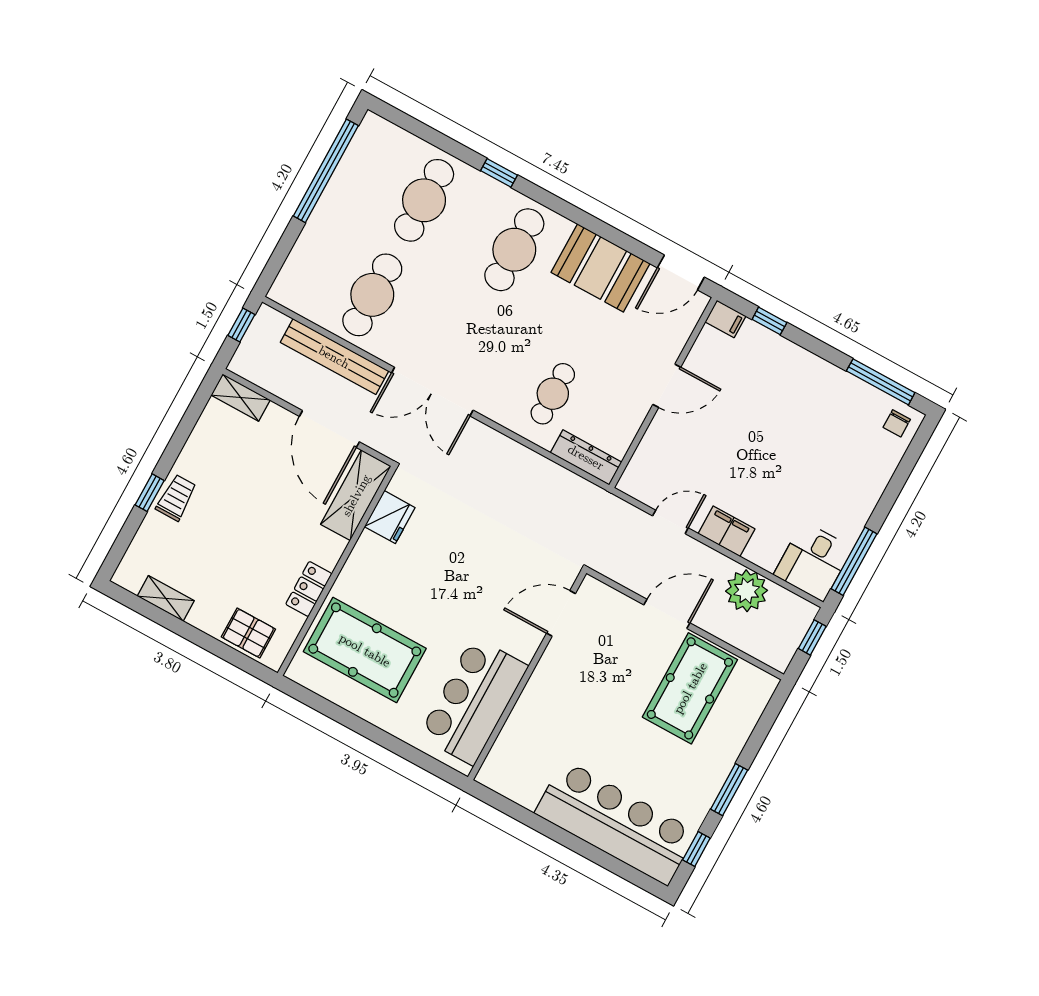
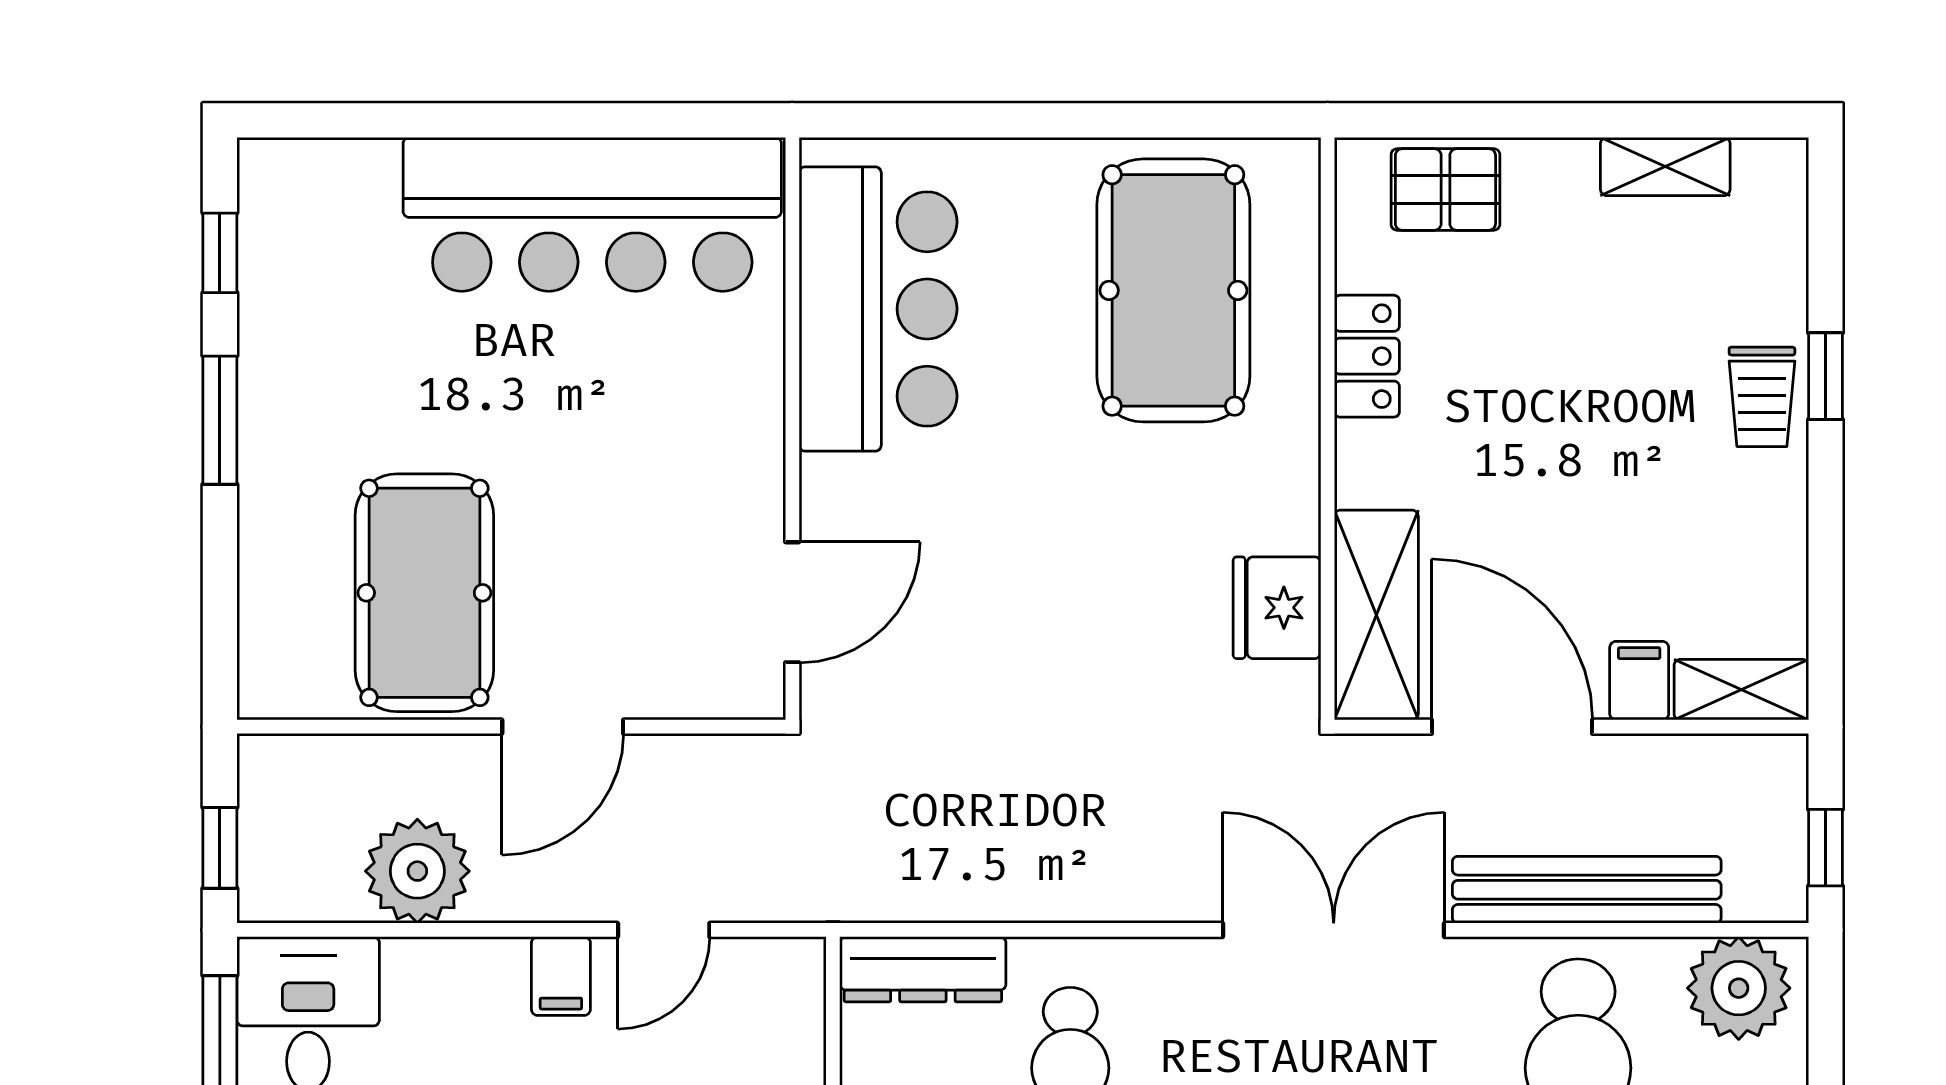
plant: (300, 292) -> (1739, 988), added
filing cabinet: (275, 421) -> (1639, 681), added
filing cabinet: (726, 531) -> (561, 976), width x0.50
pool table: (365, 650) -> (1173, 290), turned 90
bar counter: (616, 823) -> (592, 214), moved

